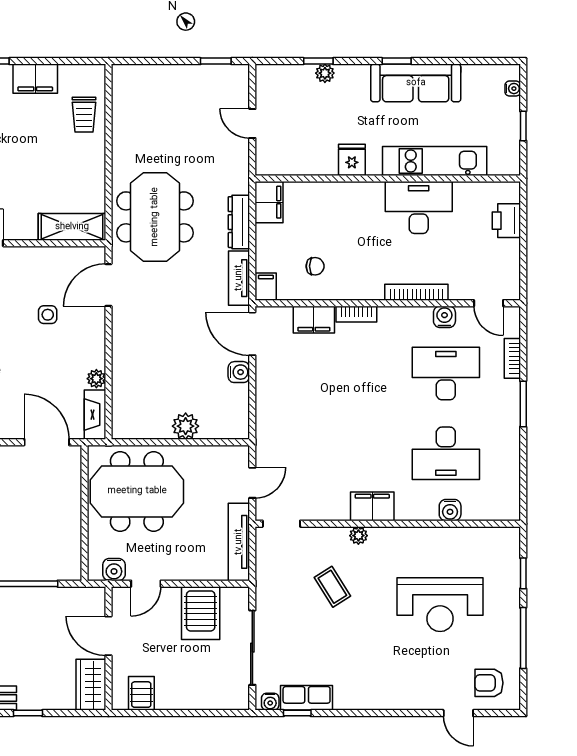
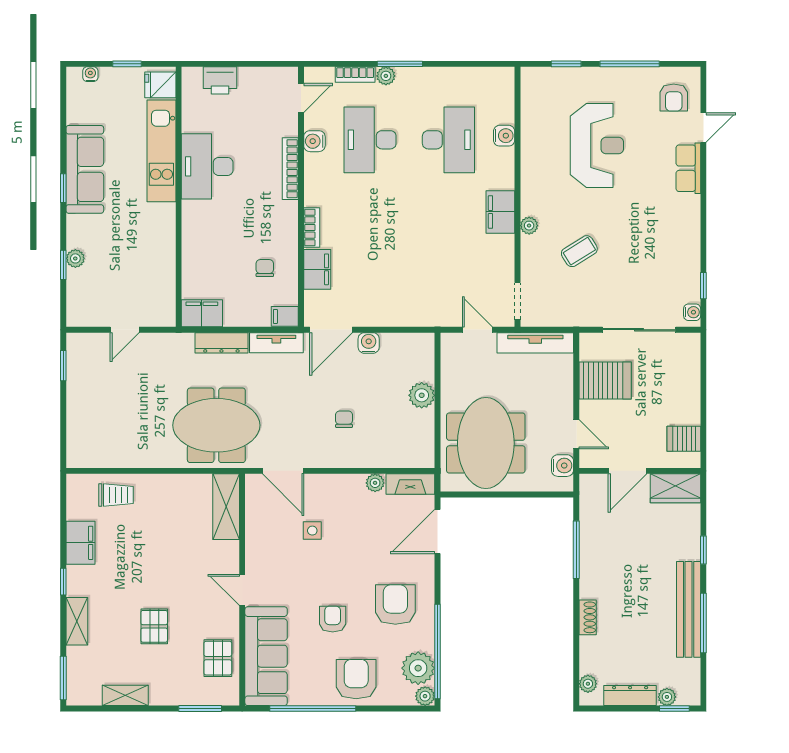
fridge: (352, 160) -> (160, 85), moved
chair: (161, 347) -> (344, 419), added
plant: (511, 390) -> (386, 76), added
row of seats: (307, 698) -> (688, 168), moved

